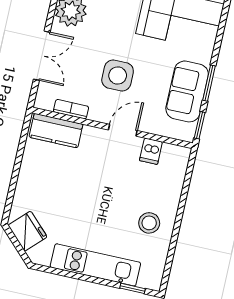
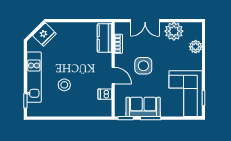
stool: (149, 223) -> (64, 85), moved

